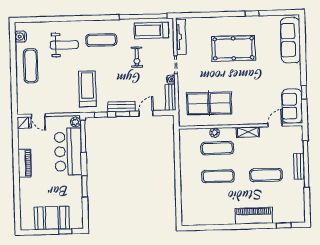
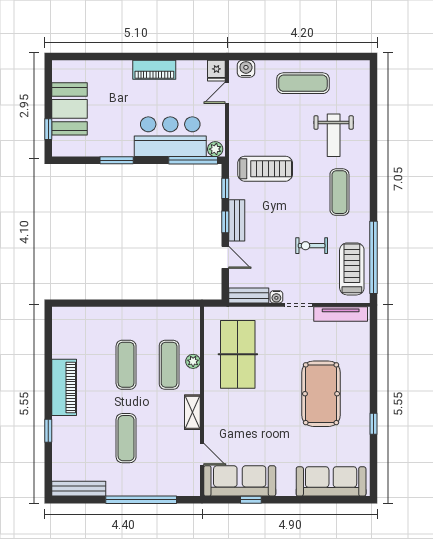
water cooler: (21, 37) -> (246, 69), moved
sofa: (292, 106) -> (240, 481), width x1.36
bench: (299, 166) -> (79, 489), moved, width x1.36
piano: (254, 216) -> (64, 387), moved
window: (284, 225) -> (48, 431), moved

